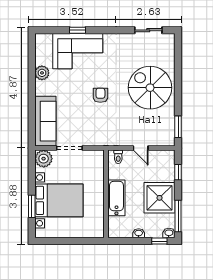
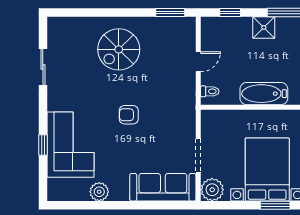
sliding door: (148, 30) -> (43, 67), moved
spiral stairs: (150, 88) -> (119, 49), width x0.73, depth x0.73
shower: (160, 198) -> (264, 27), width x0.54, depth x0.54

